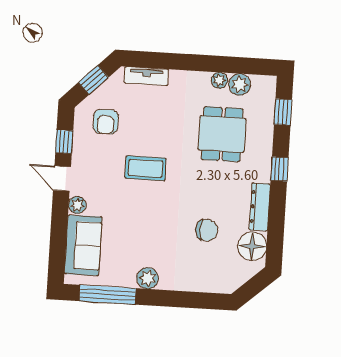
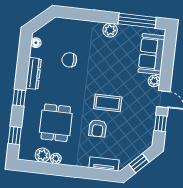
armchair: (106, 122) -> (98, 128), moved, turned 180
floor lamp: (252, 246) -> (36, 43), width x0.53, depth x0.53

